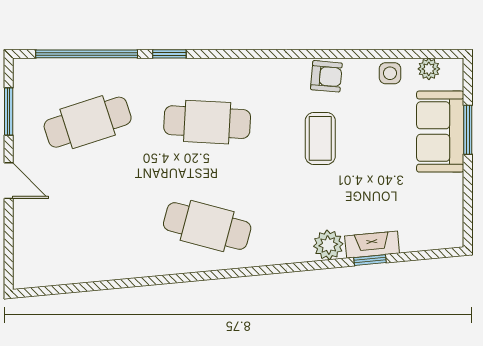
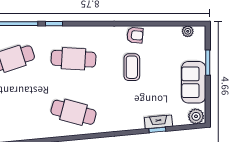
side table: (390, 73) -> (168, 34), removed
sofa: (440, 132) -> (194, 82), moved
plant: (328, 245) -> (196, 116), moved

